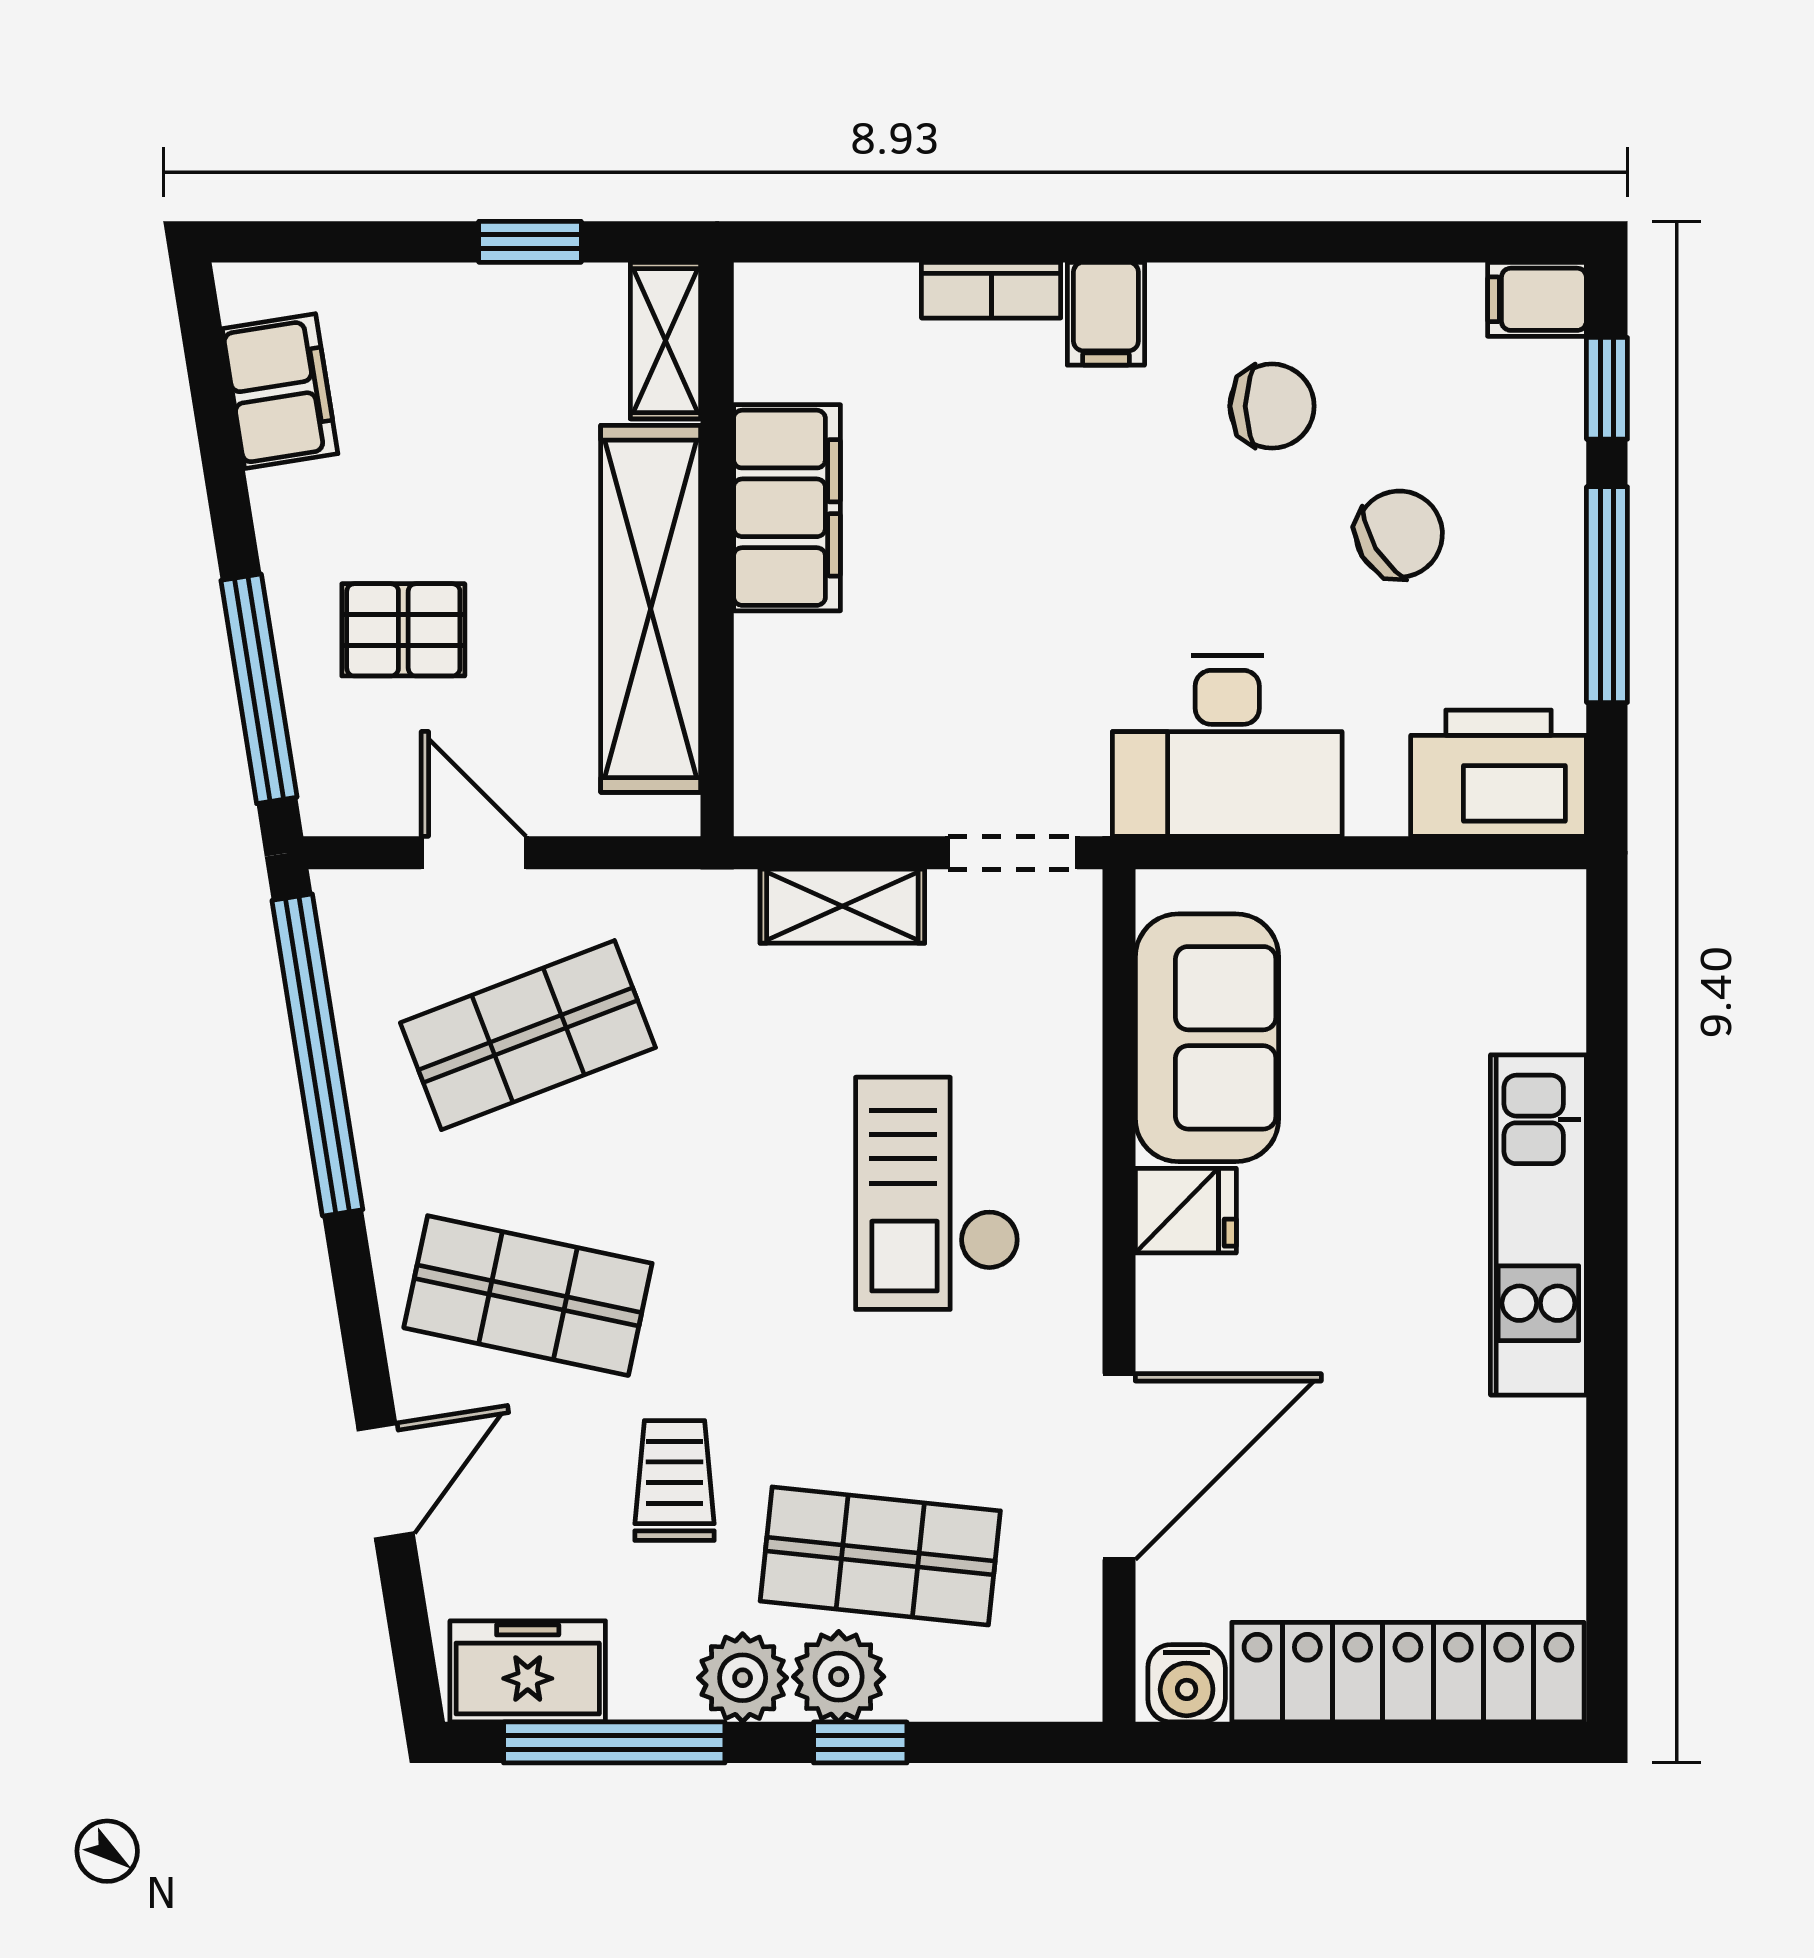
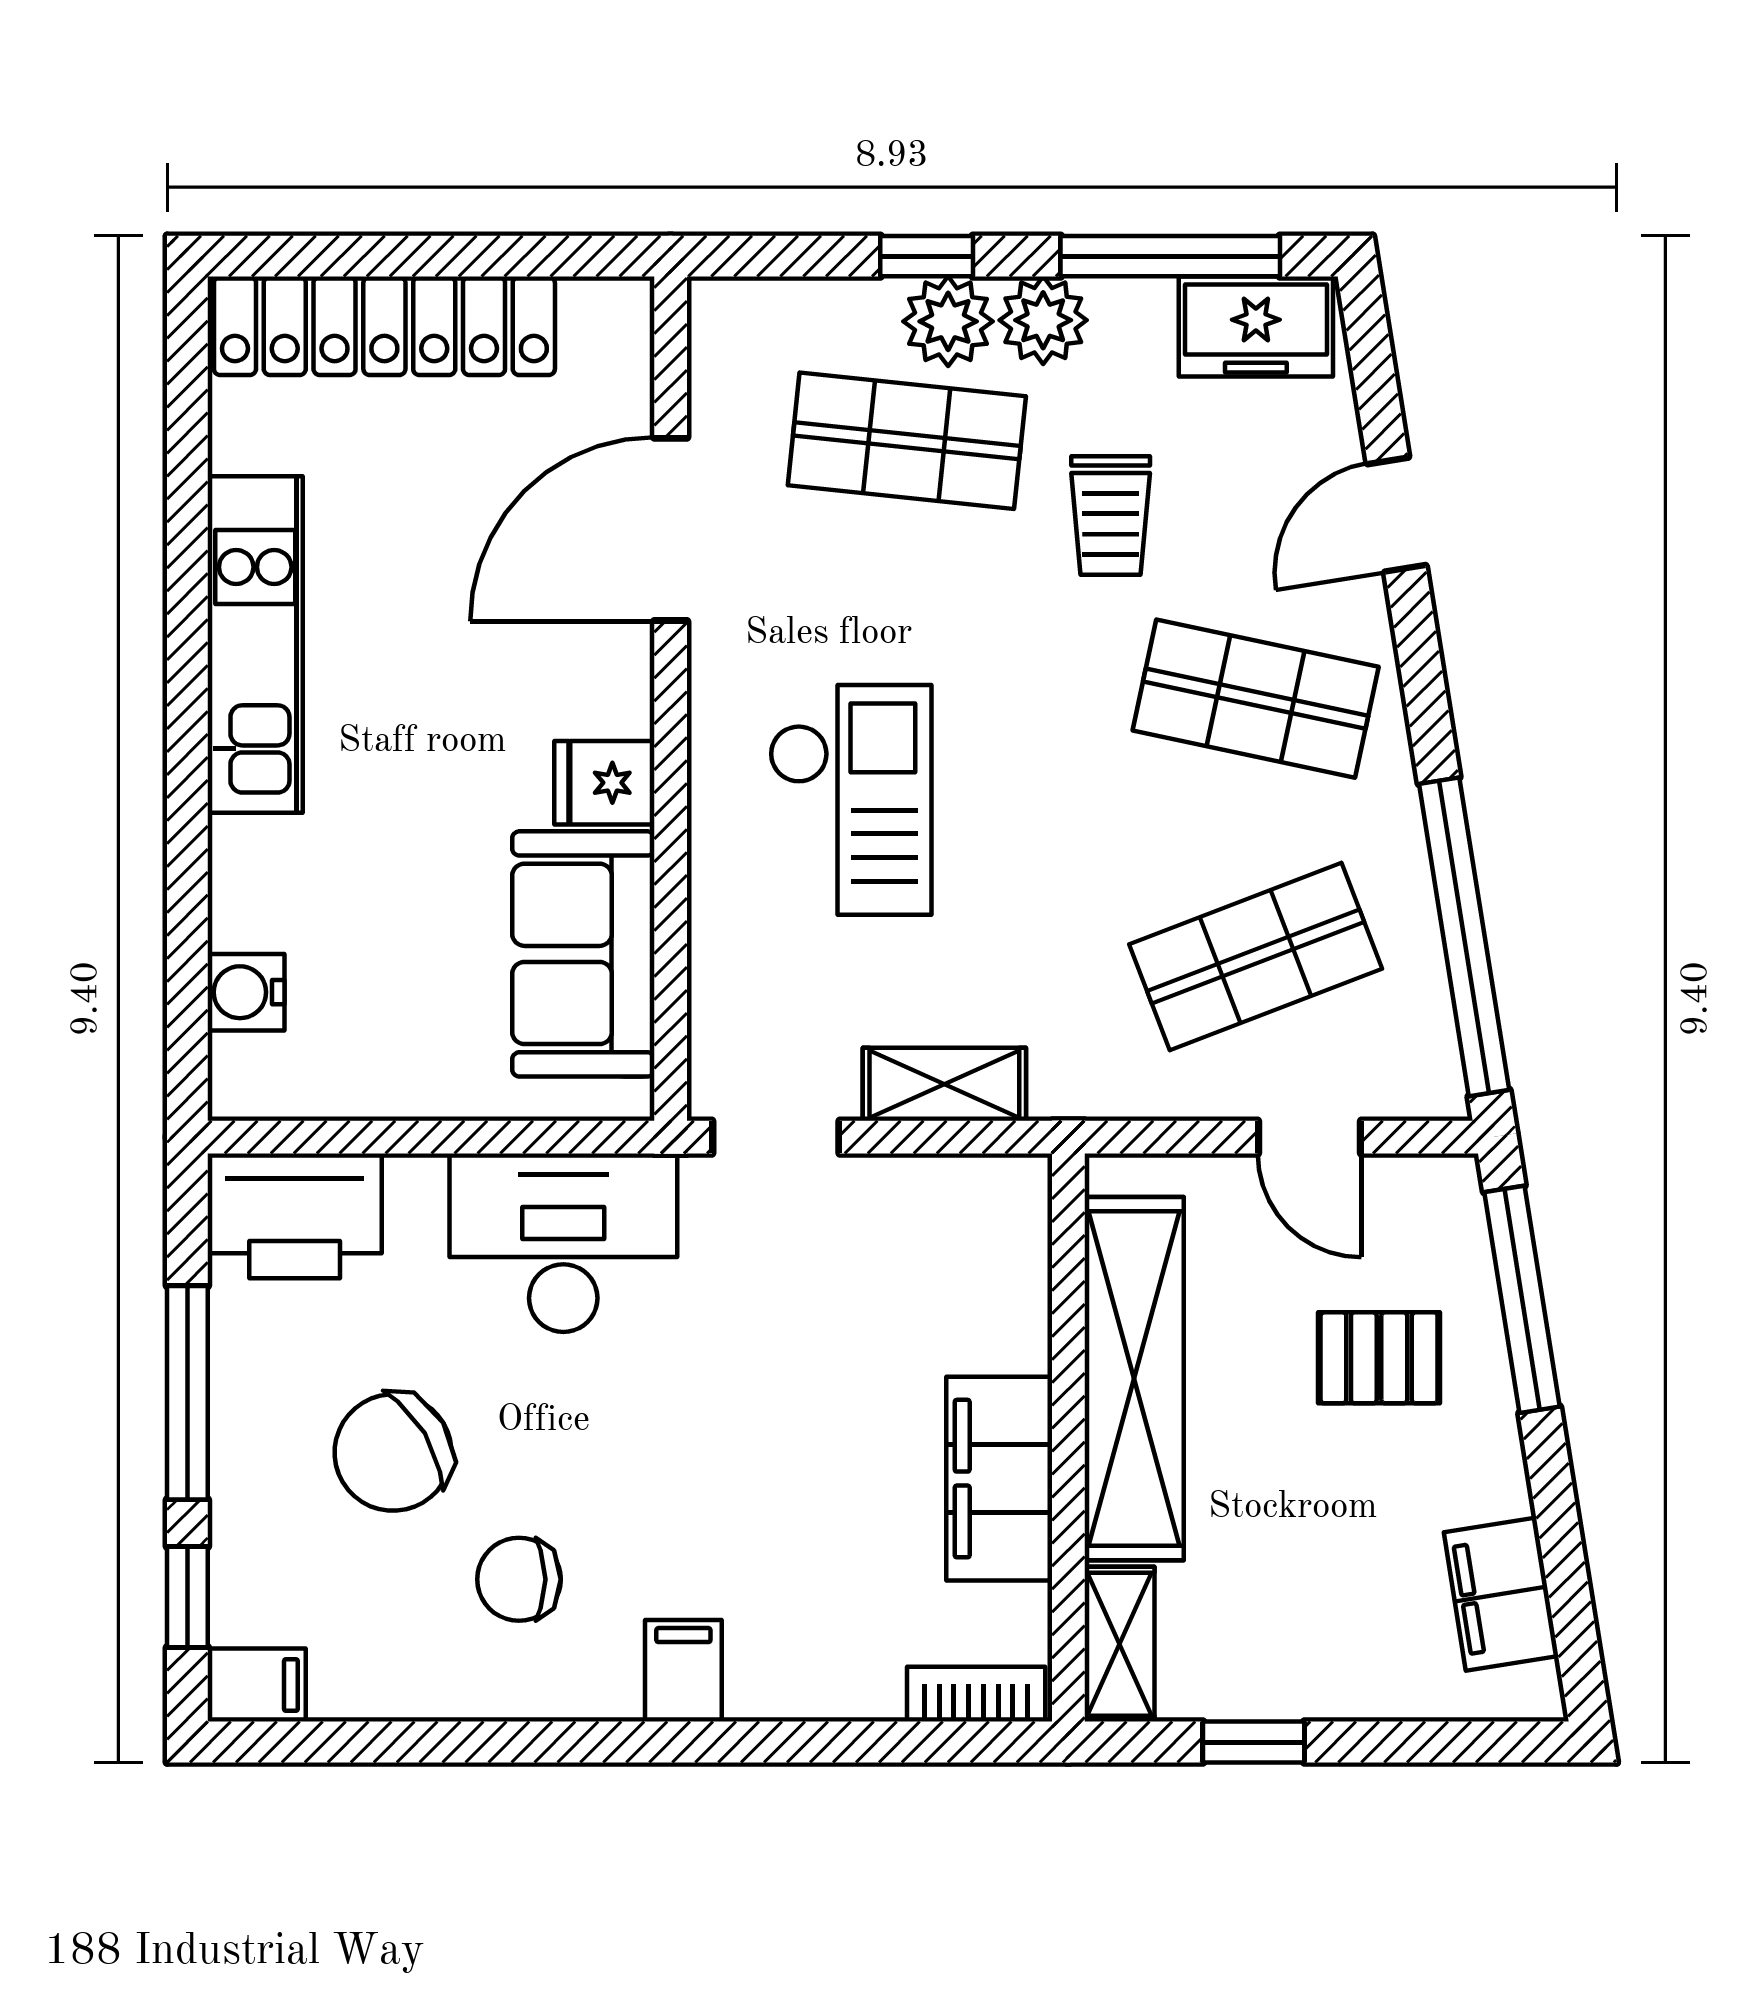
bookcase: (991, 290) -> (976, 1694), moved
chair: (1399, 534) -> (393, 1453), width x1.37, depth x1.37
kitchen unit: (1538, 1225) -> (255, 644), moved
water cooler: (1187, 1683) -> (246, 992), moved, turned -90

